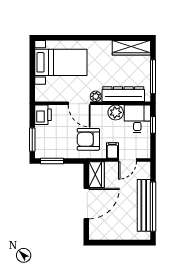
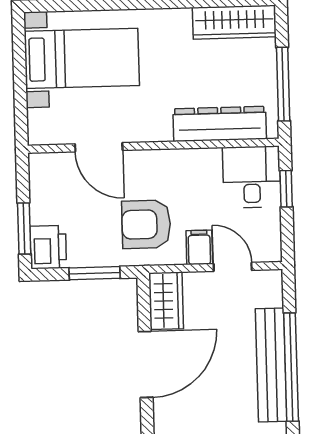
plant: (96, 96) -> (160, 130), removed
door: (79, 103) -> (99, 147), moved
plant: (116, 112) -> (204, 164), removed
printer: (43, 115) -> (48, 247), moved
door: (127, 160) -> (233, 267), swing flipped
window: (52, 161) -> (95, 273), moved

